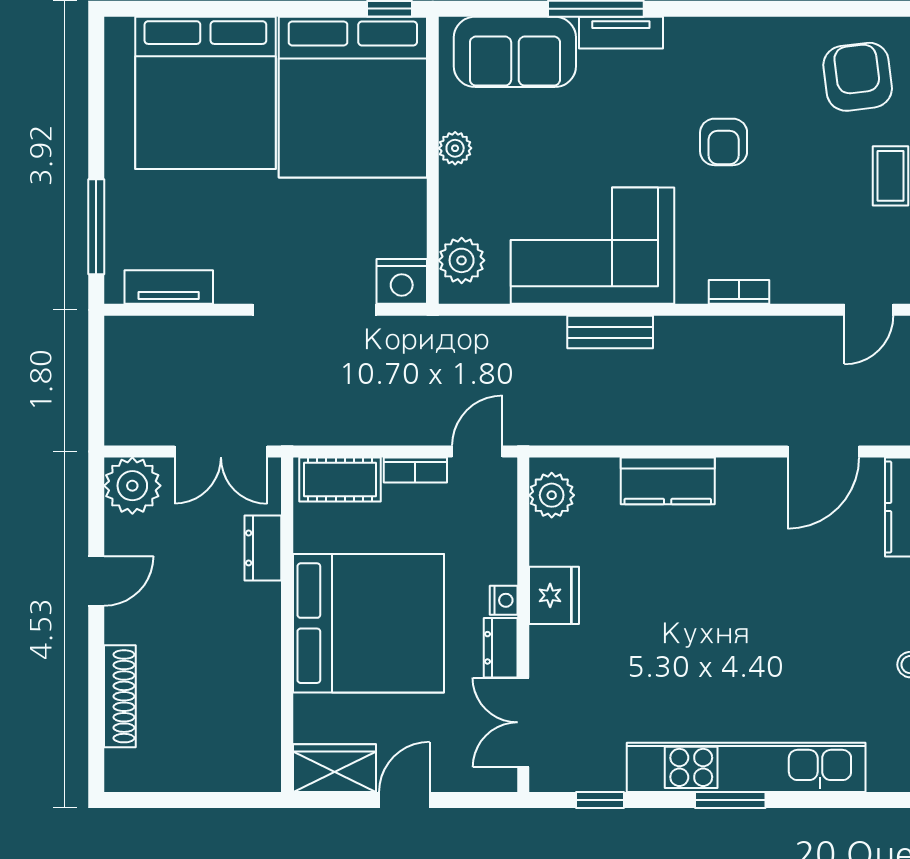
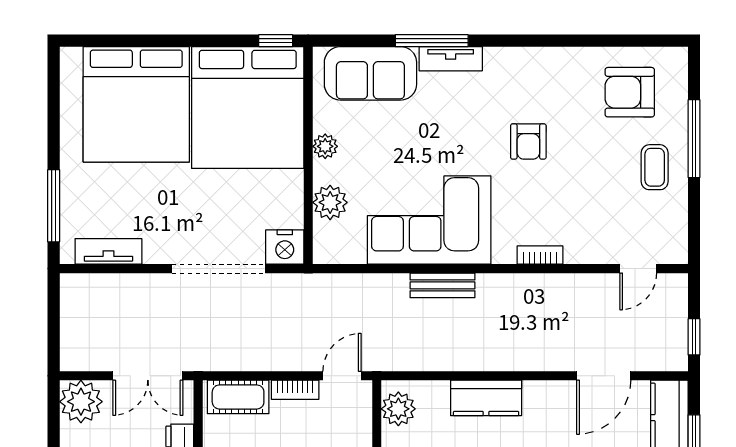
armchair: (858, 77) -> (630, 92), turned -83
plant: (462, 260) -> (330, 202), moved

